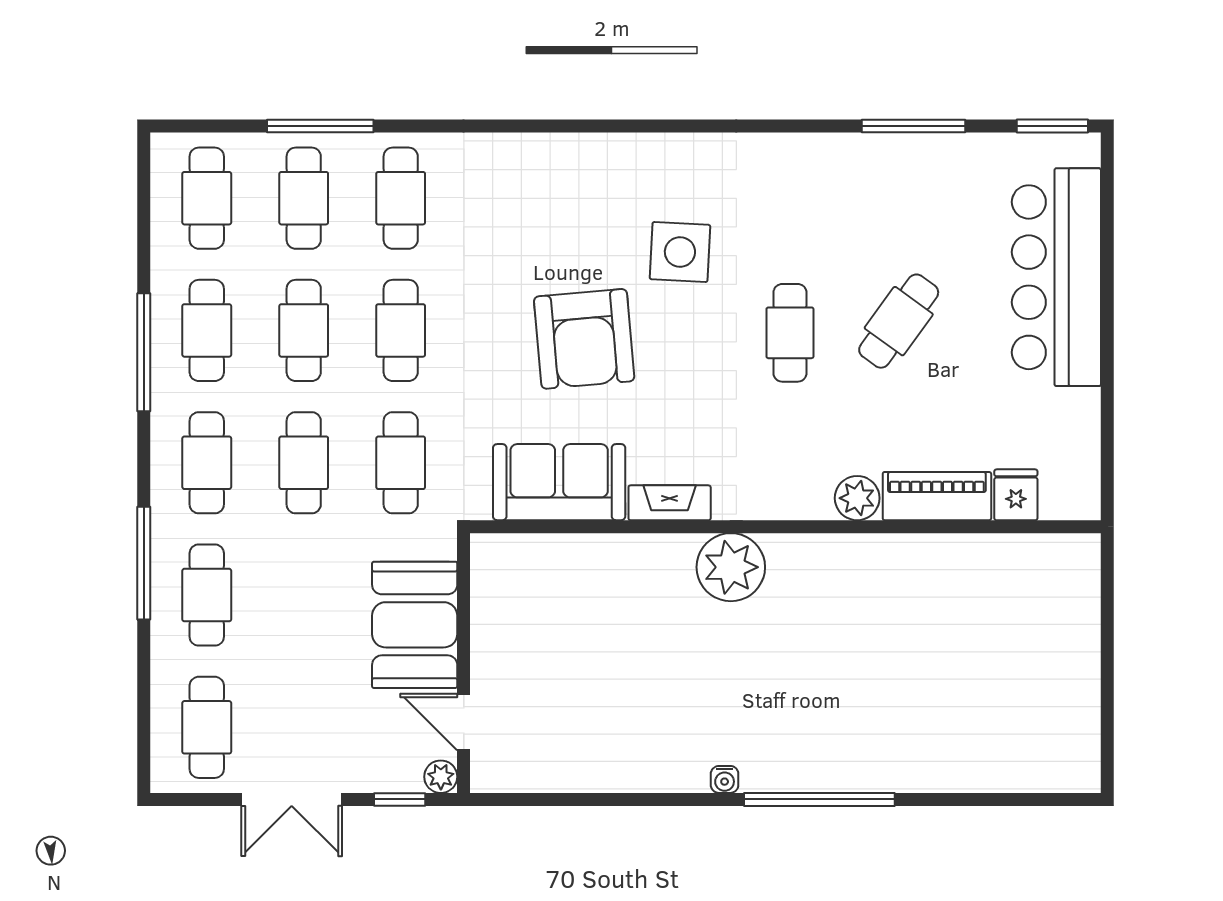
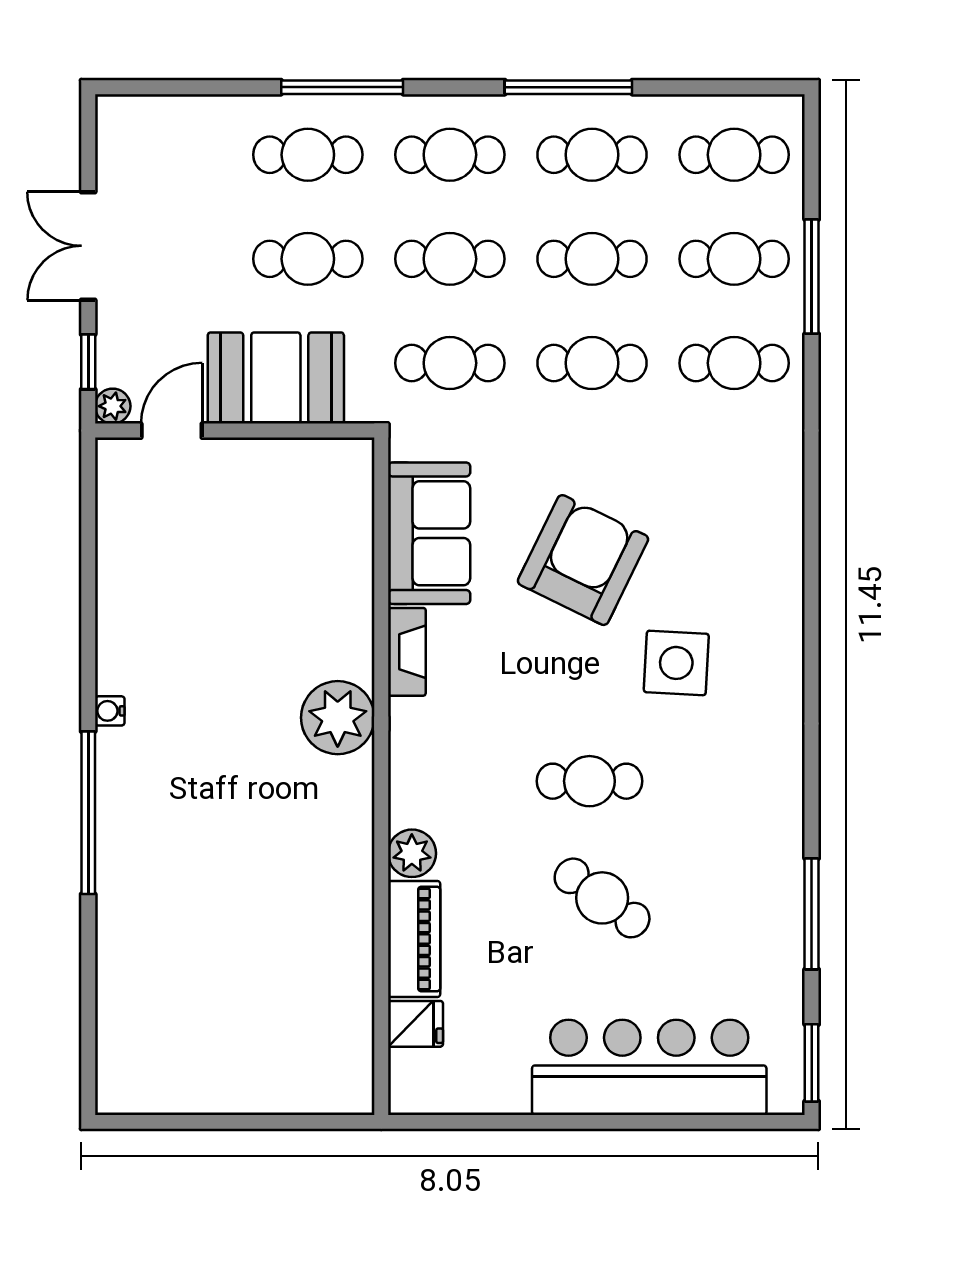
armchair: (584, 339) -> (583, 560), turned 121
cafe table: (207, 727) -> (308, 259), moved

